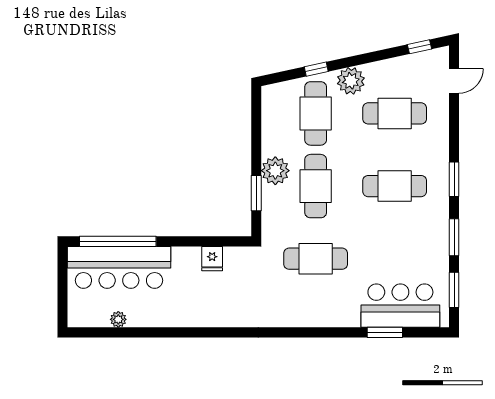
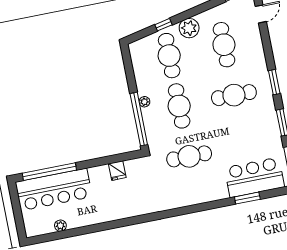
cafe table: (395, 113) -> (224, 45), turned 90
plant: (275, 171) -> (144, 102), width x0.53, depth x0.53
window: (256, 193) -> (139, 119), width x2.11

